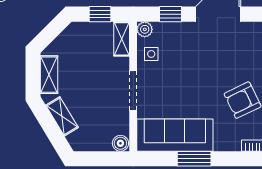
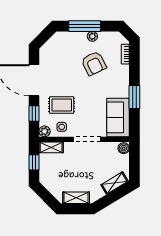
rug: (183, 54) -> (62, 105), added
shelving: (62, 116) -> (115, 183), moved
sofa: (175, 135) -> (118, 117), width x0.73

